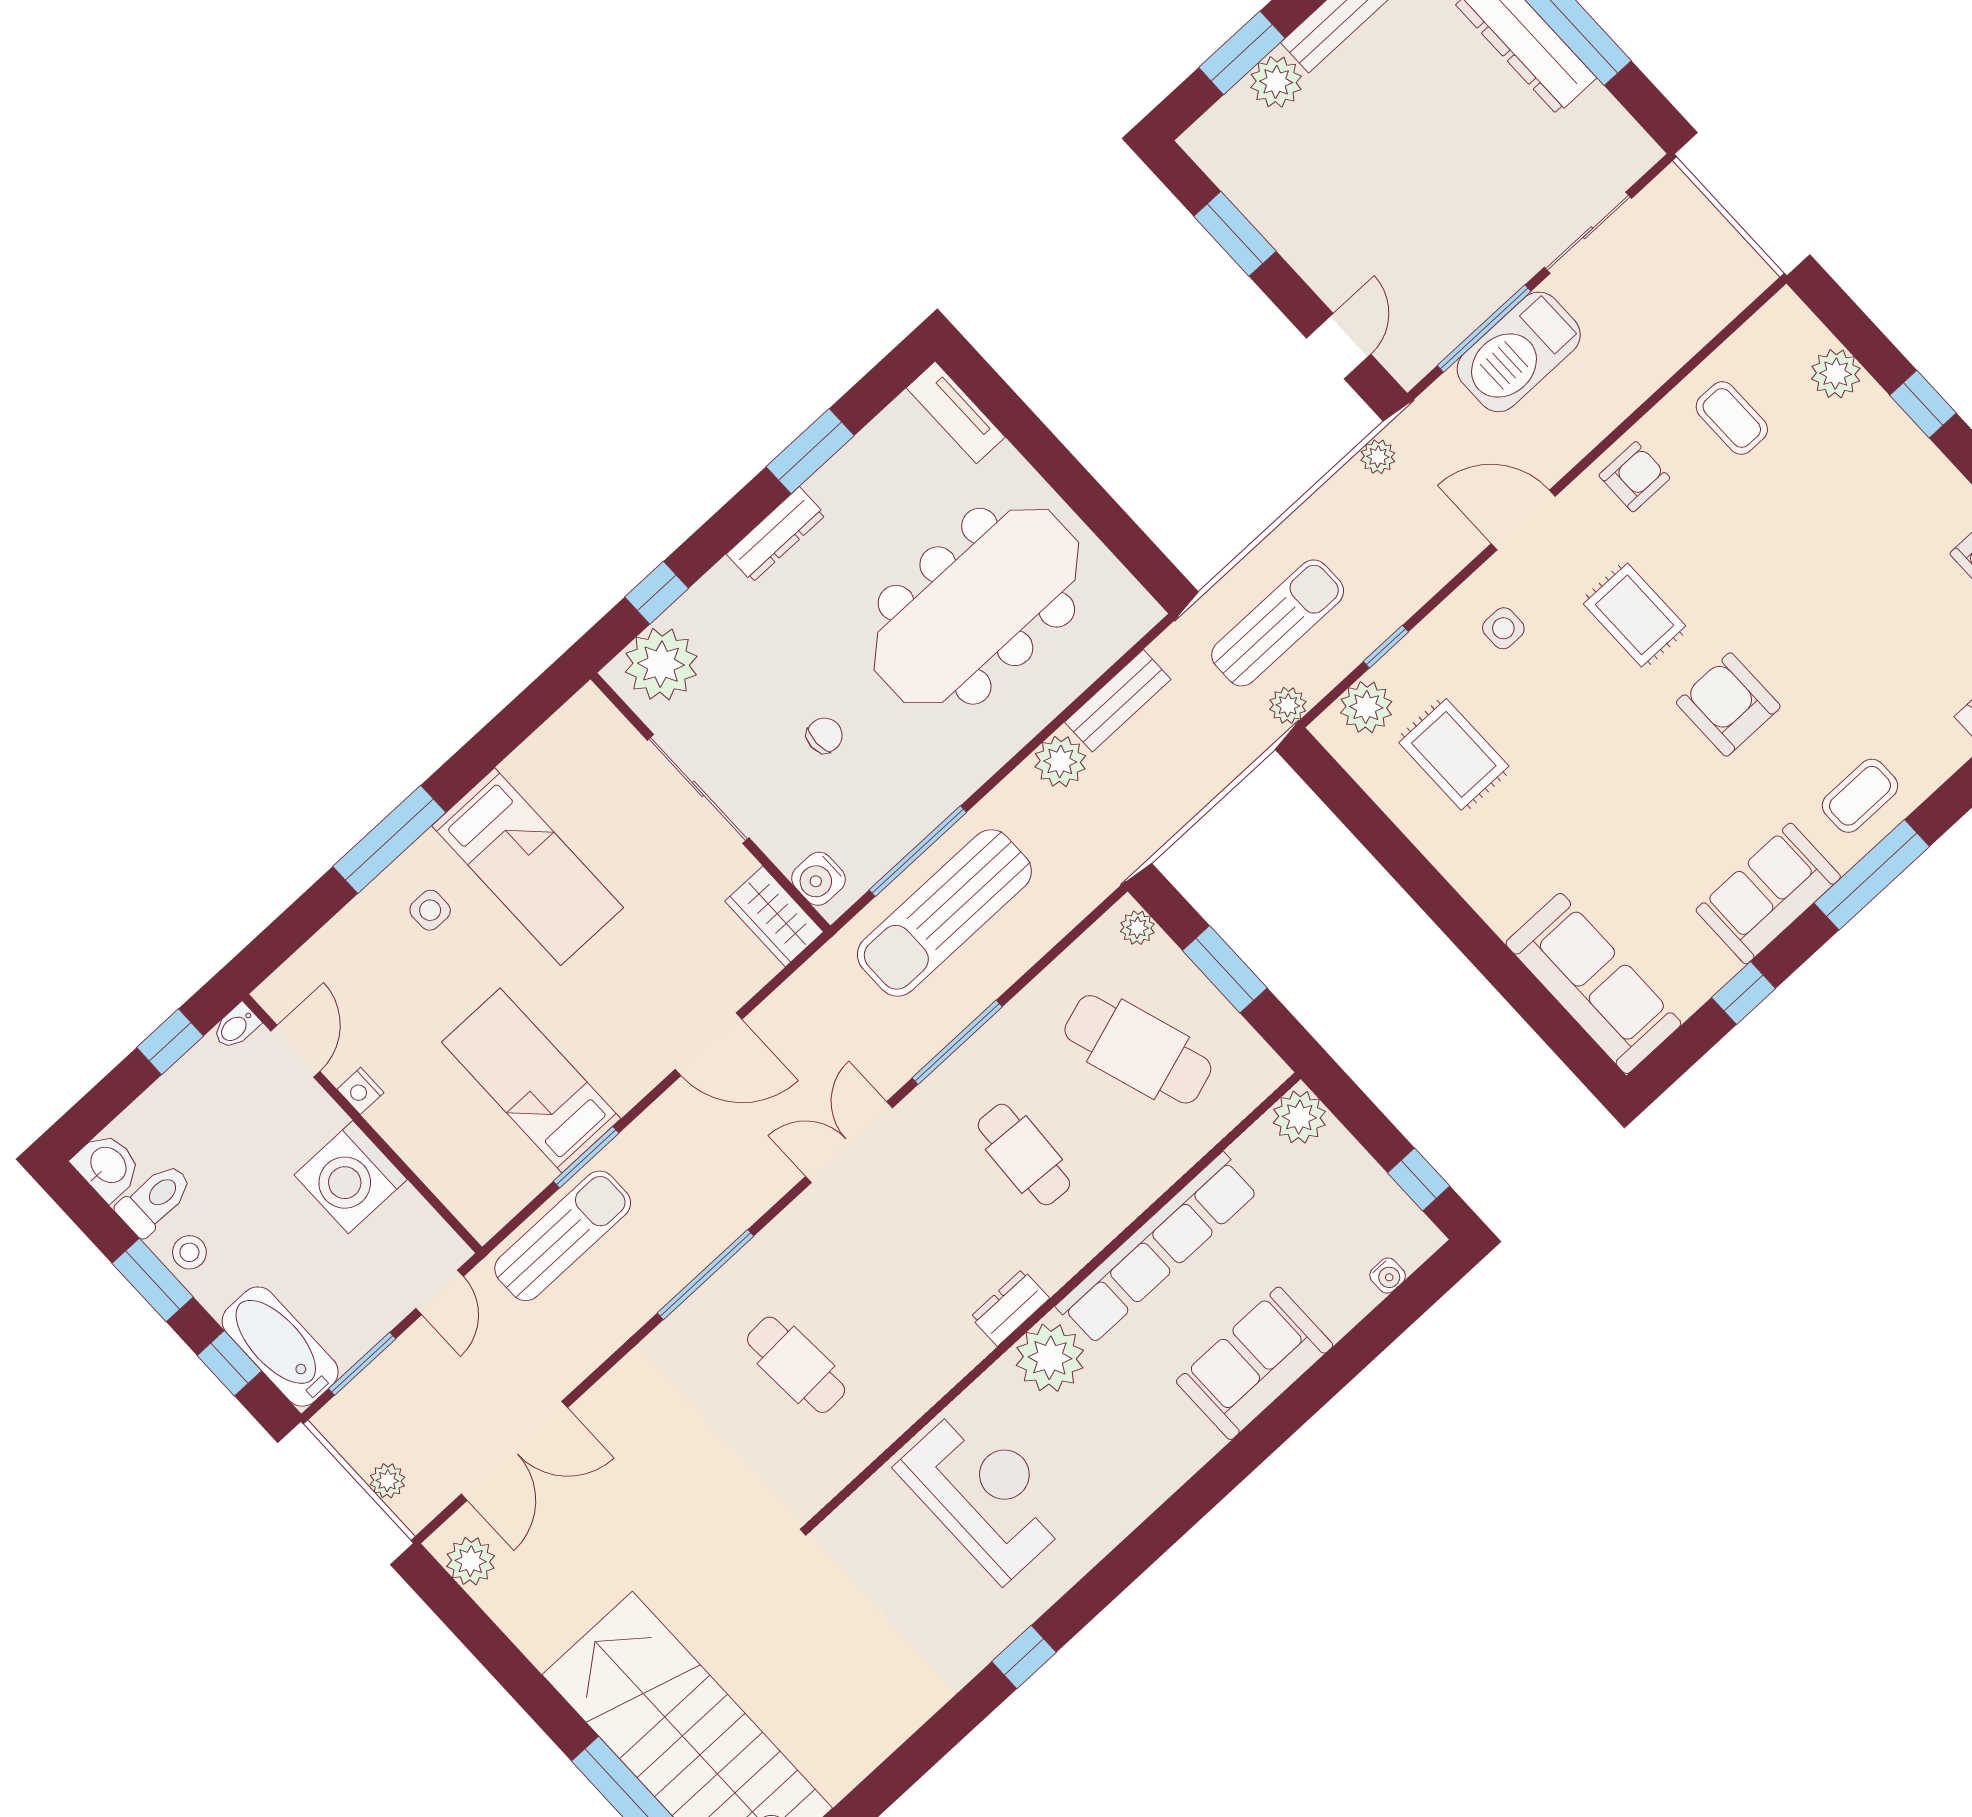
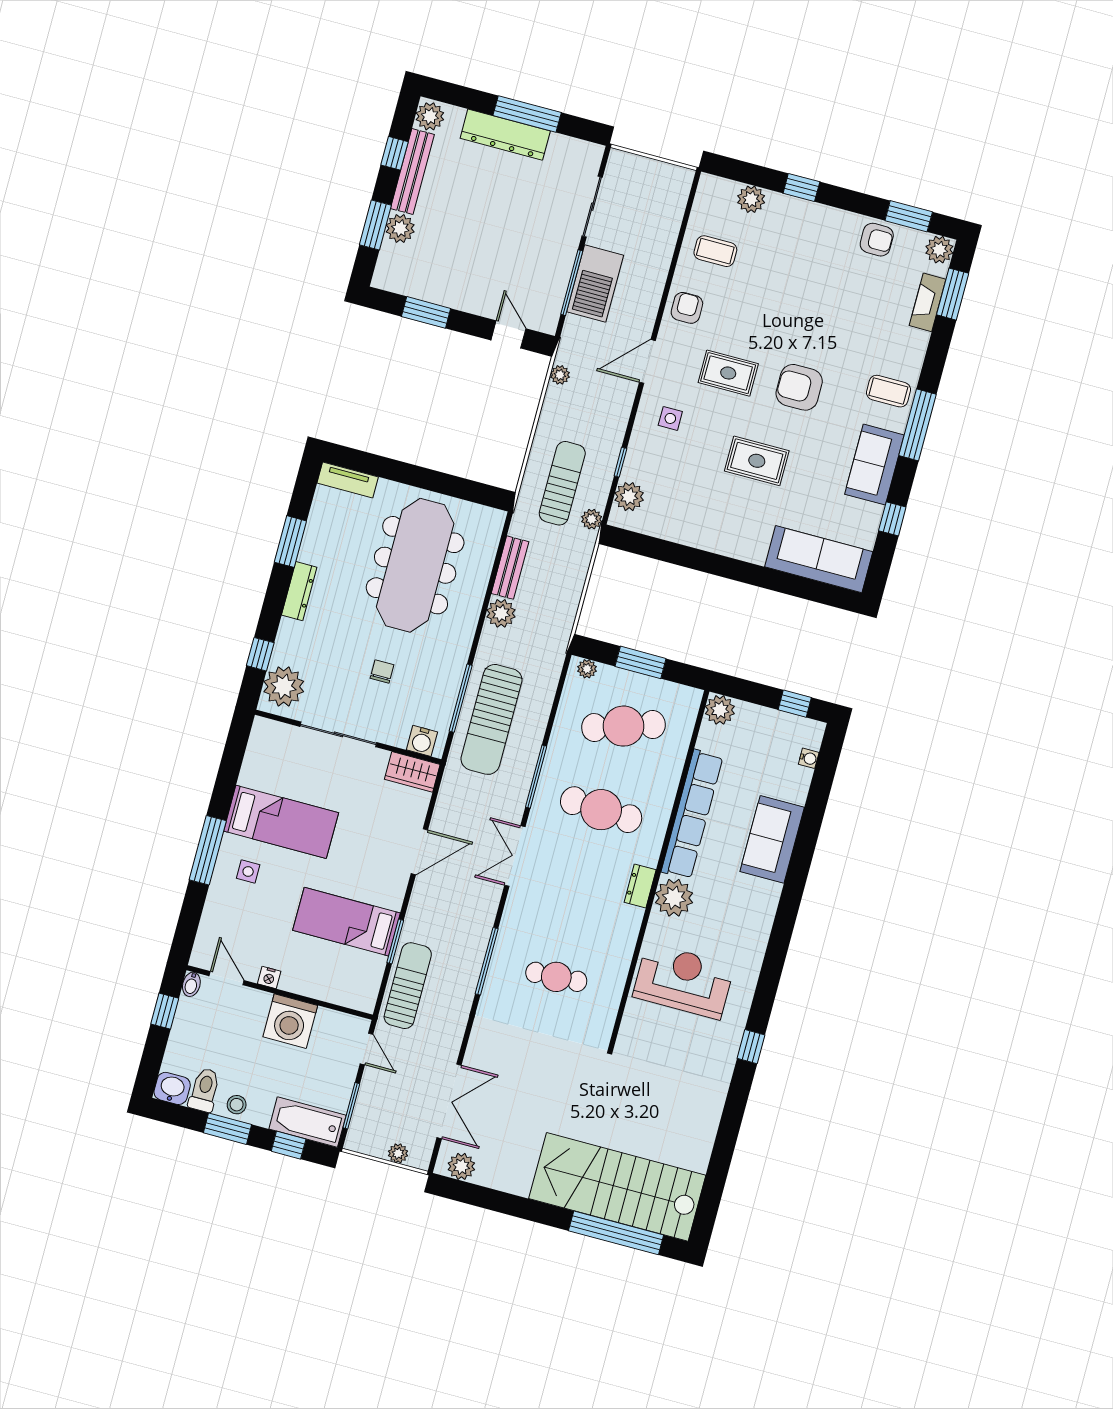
rug: (1454, 754) -> (757, 461), moved
coffee table: (1860, 796) -> (888, 391), turned 90
cafe table: (1024, 1154) -> (601, 810), width x1.37, depth x1.35

